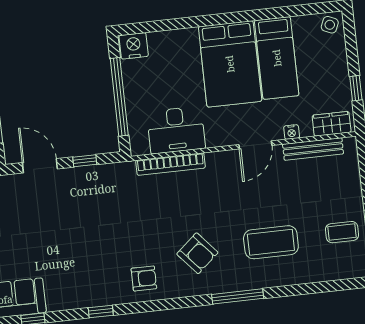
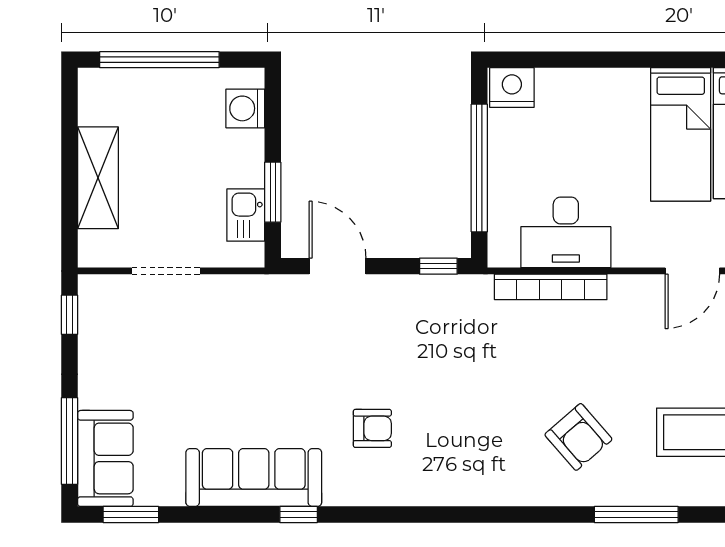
bed: (230, 64) -> (681, 134), width x0.67
window: (85, 161) -> (438, 266), moved
armchair: (144, 278) -> (372, 428), moved
window: (101, 311) -> (411, 514), removed

